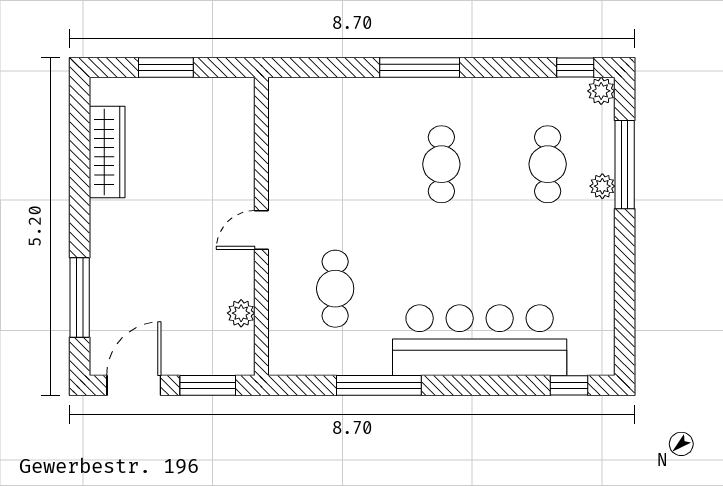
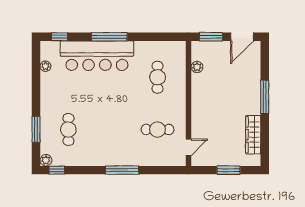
cafe table: (441, 164) -> (158, 130), moved, turned 90
window: (625, 165) -> (36, 129), width x0.69
plant: (602, 186) -> (45, 66), moved
door: (261, 230) -> (188, 147), moved
window: (80, 297) -> (265, 97), moved
window: (379, 385) -> (109, 37), moved

